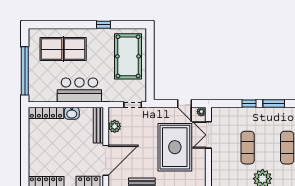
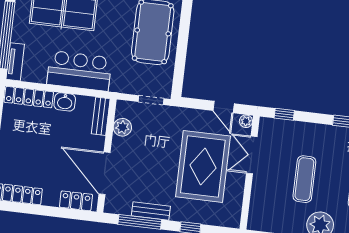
tv unit: (33, 89) -> (15, 62), added
window: (249, 103) -> (284, 114), moved
bench: (98, 125) -> (101, 116), width x0.73
door: (106, 160) -> (104, 173), swing flipped

